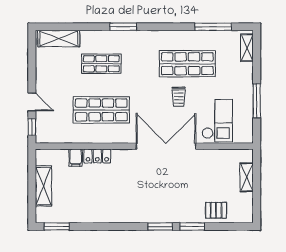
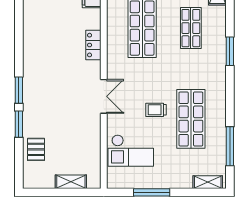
double door: (166, 146) -> (104, 96), width x0.54
locker: (97, 156) -> (93, 45), moved

